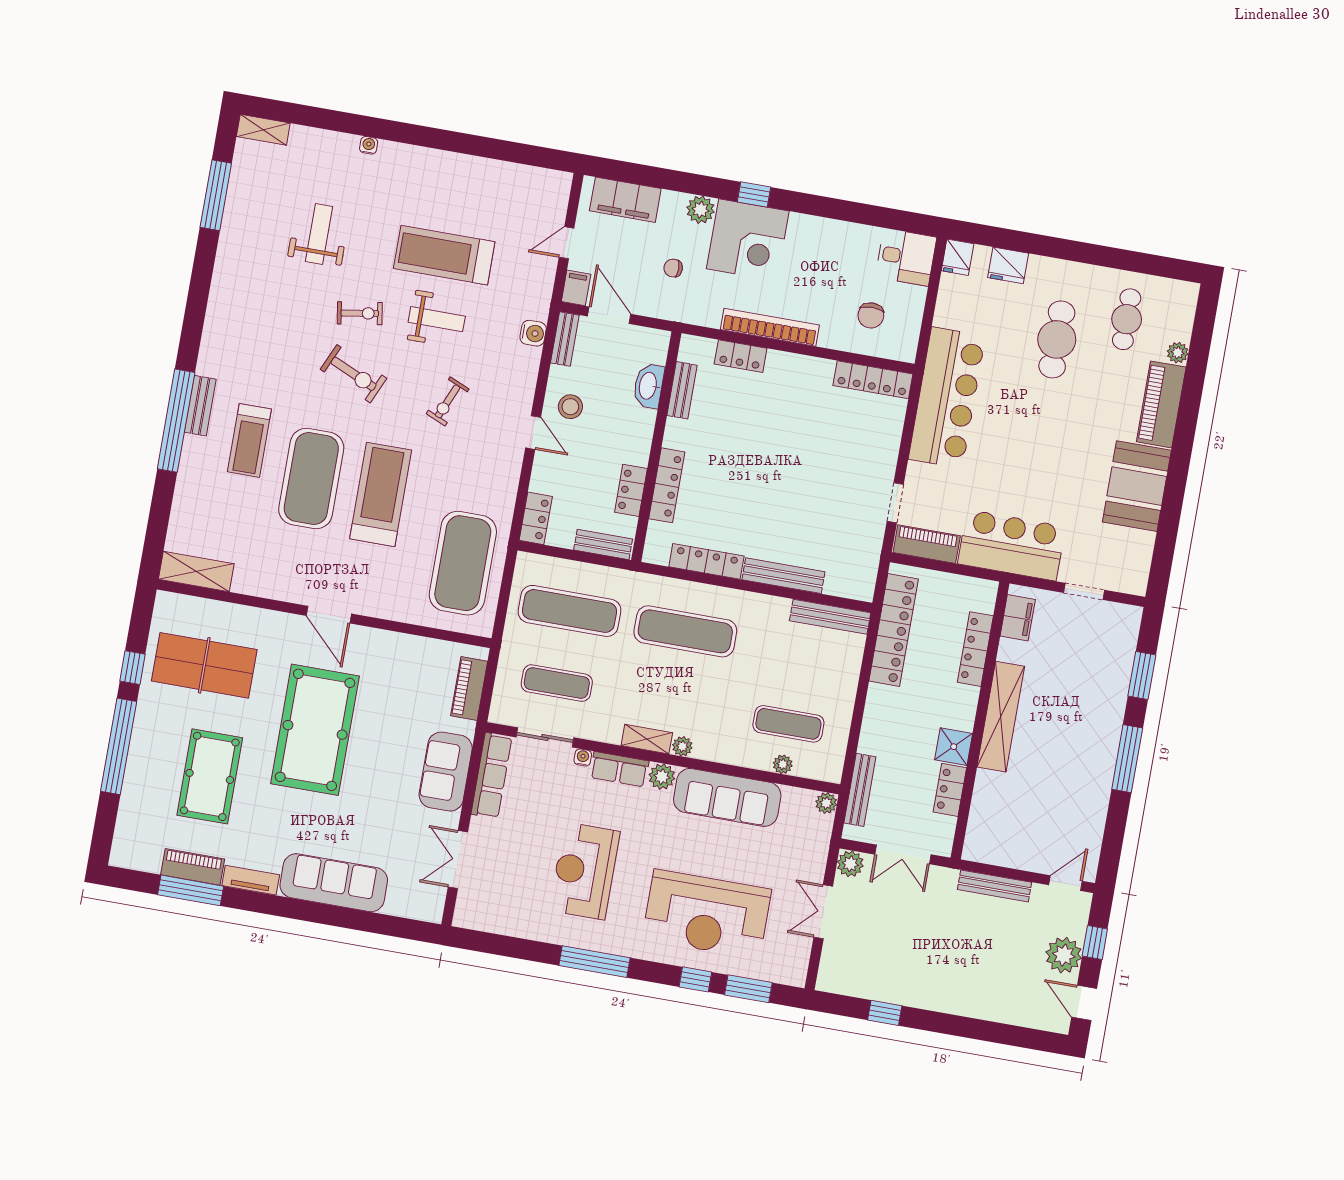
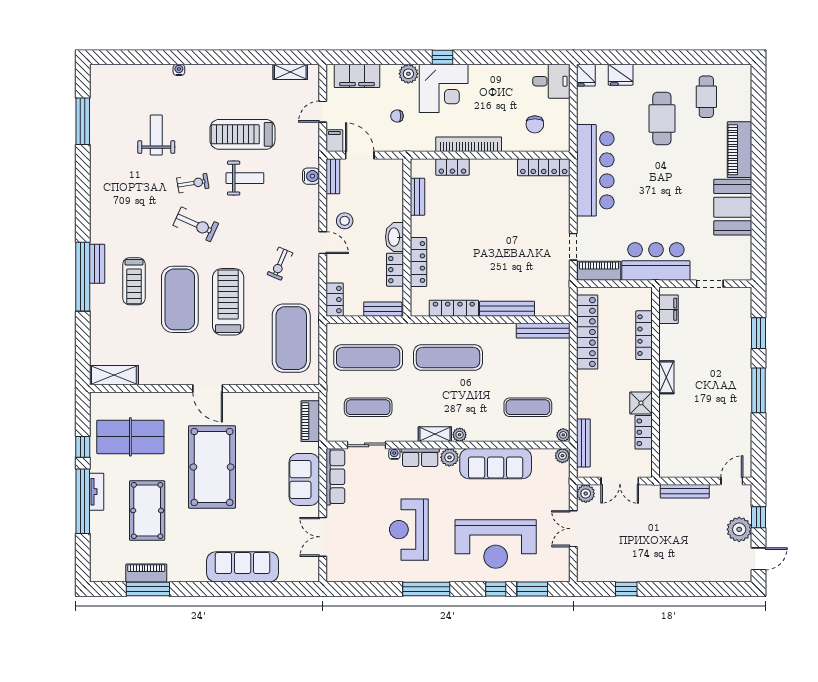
shelving: (263, 130) -> (290, 72), moved
plant: (1178, 353) -> (744, 113), removed
washbasin: (649, 386) -> (394, 237), moved
exercise bike: (448, 401) -> (280, 264), moved
shelving: (1001, 717) -> (666, 377), width x0.45, depth x0.75
plant: (783, 764) -> (563, 435), moved
tv unit: (251, 880) -> (97, 492), moved, turned 90
door: (1084, 1003) -> (758, 559), swing flipped

